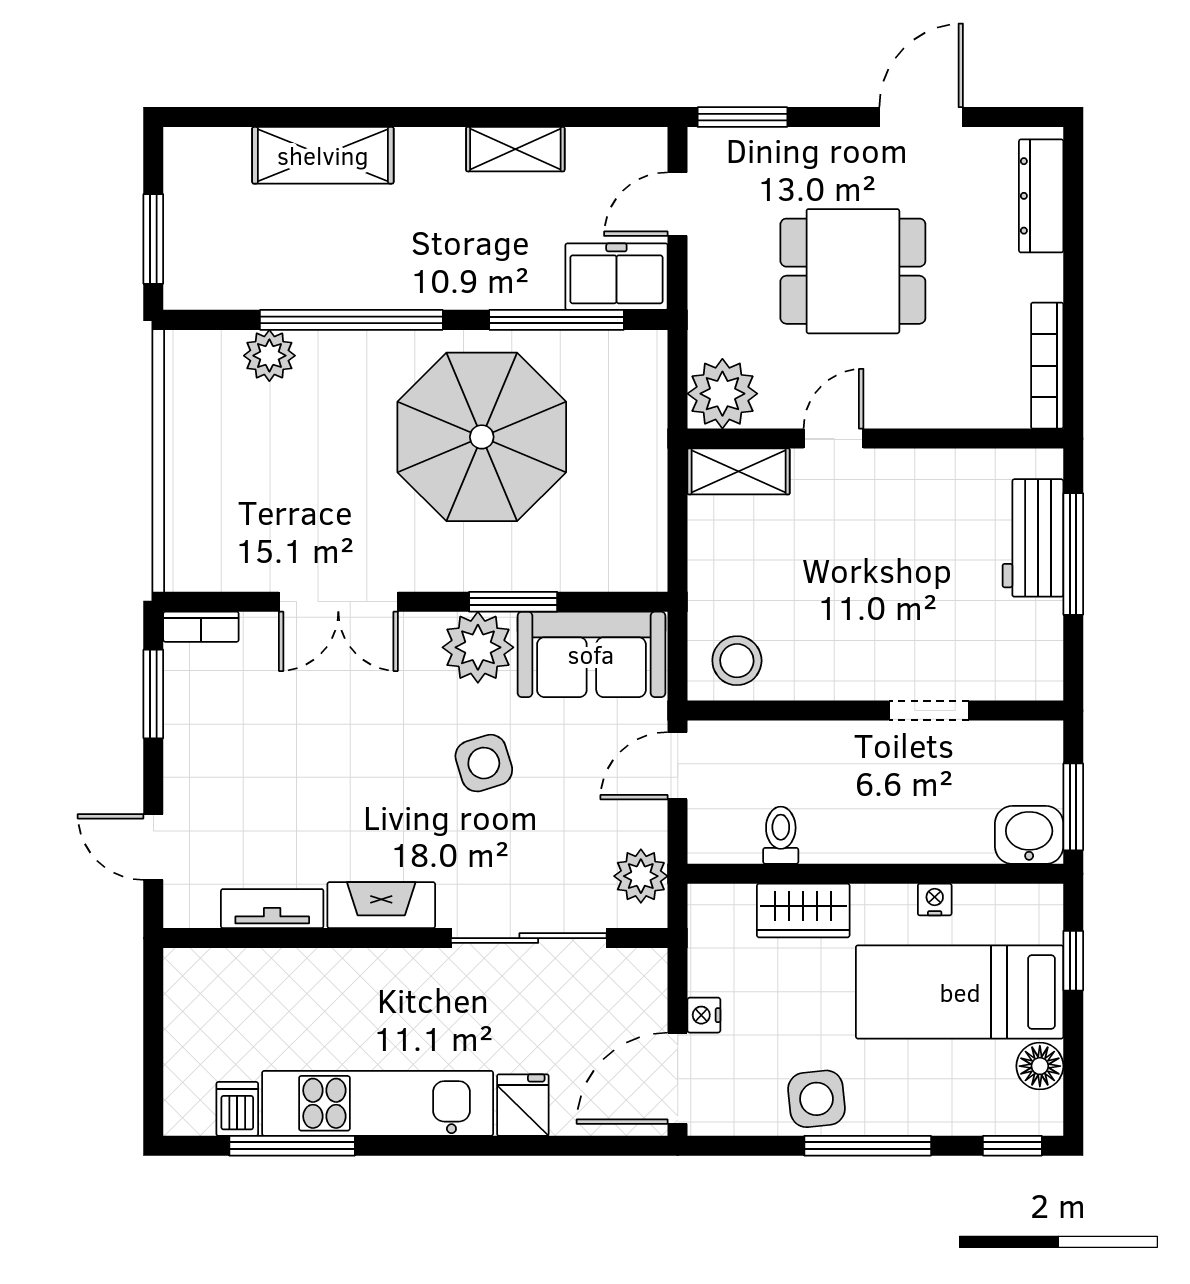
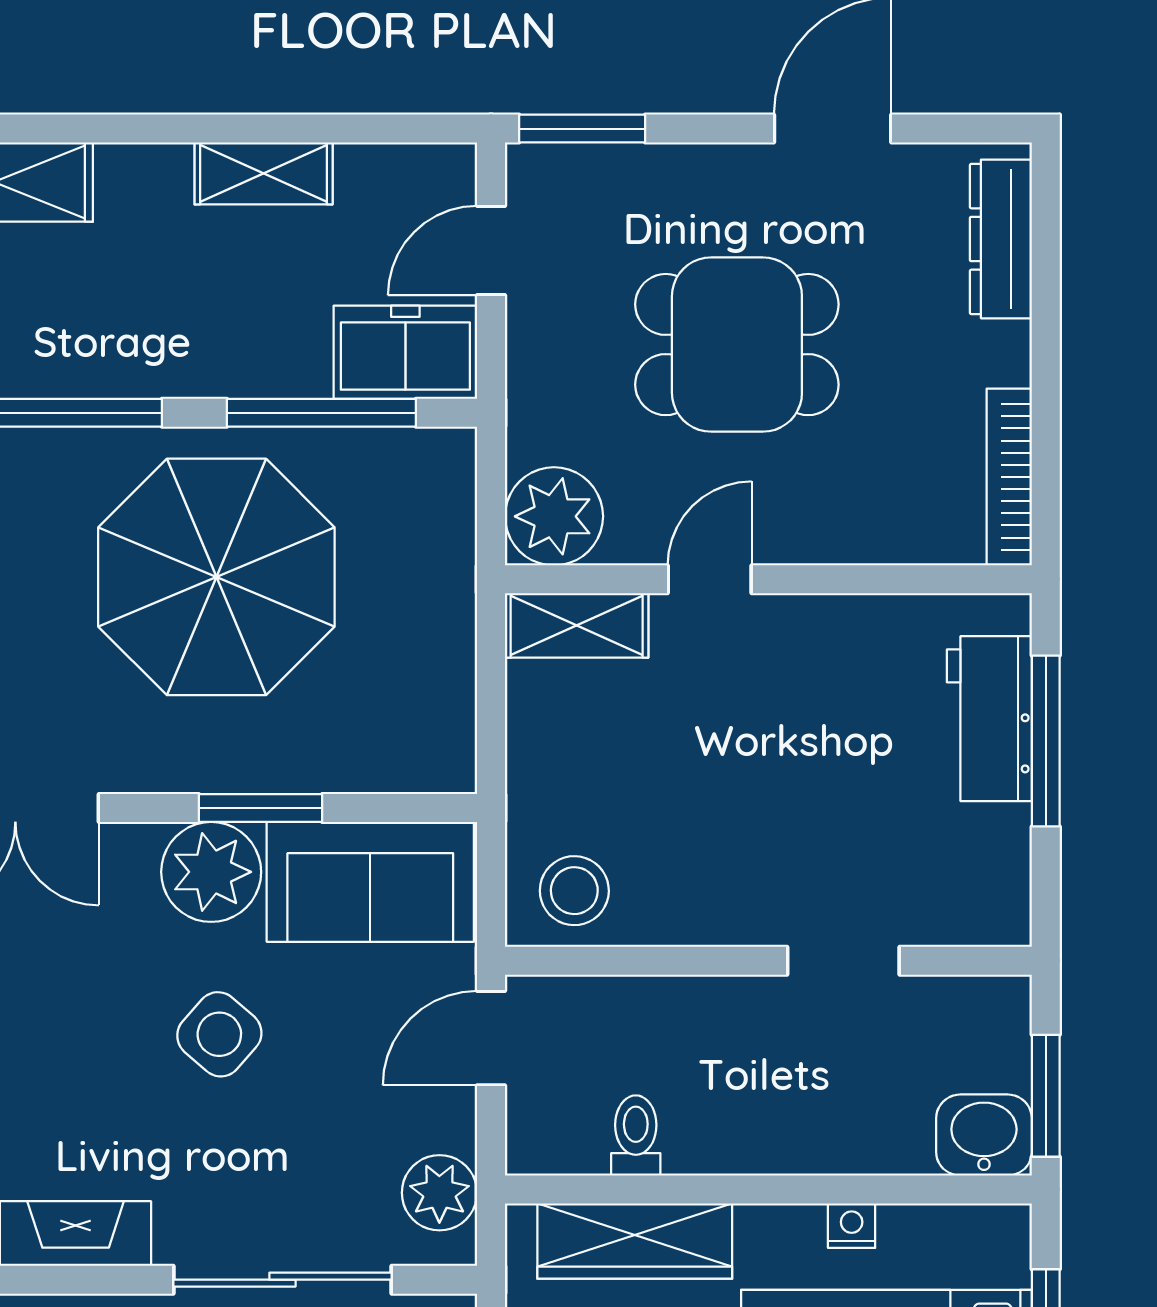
side table: (484, 763) -> (219, 1034), turned -32
wardrobe: (803, 911) -> (635, 1241), width x1.50

